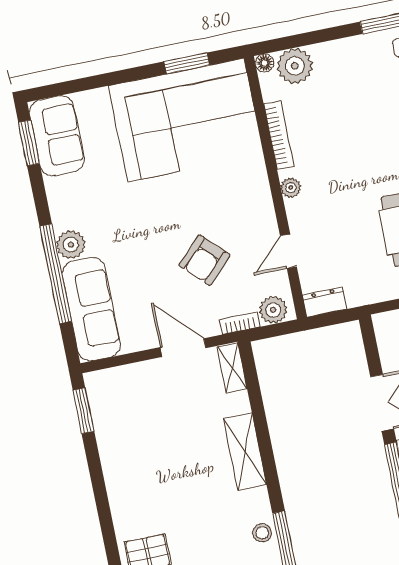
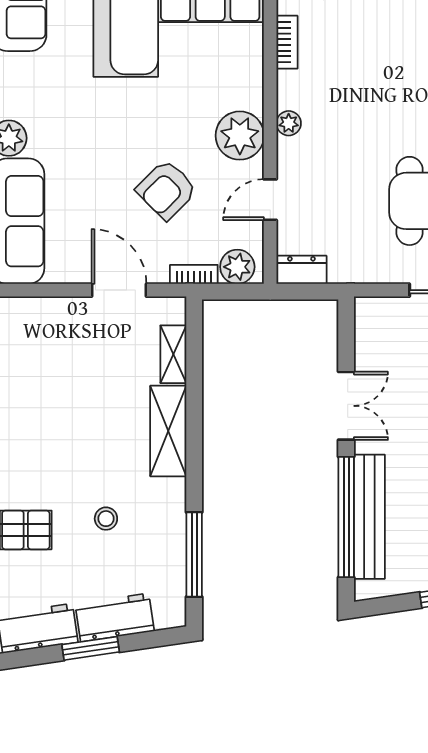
bookcase: (279, 135) -> (287, 42), width x0.64
plant: (254, 205) -> (240, 136), added
shelving: (232, 368) -> (173, 354), moved
stool: (262, 533) -> (106, 519), moved

